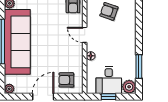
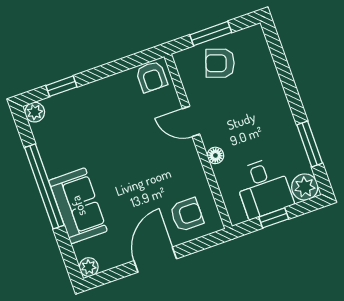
sofa: (17, 42) -> (78, 206), width x0.54, depth x0.79
armchair: (66, 80) -> (187, 215), turned 180

